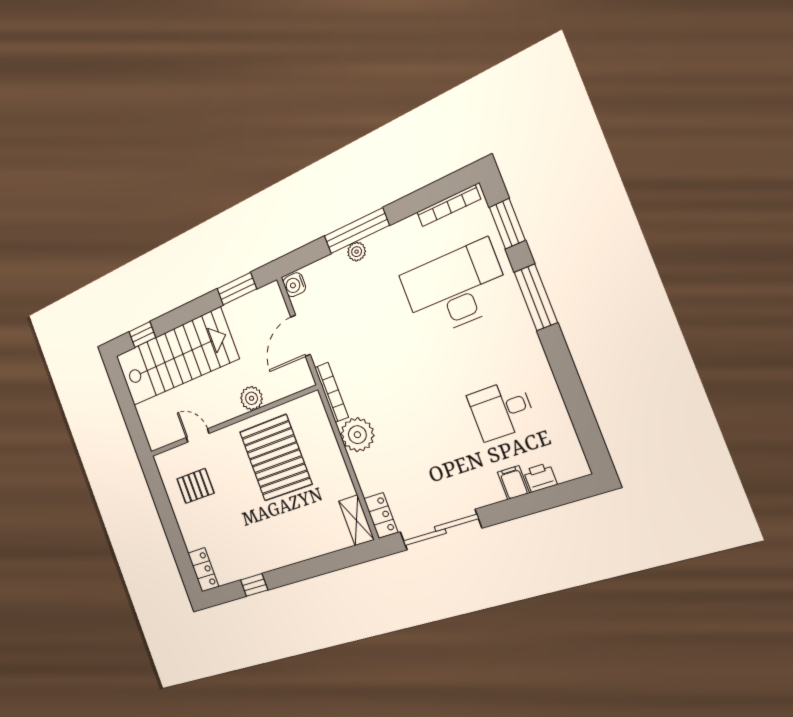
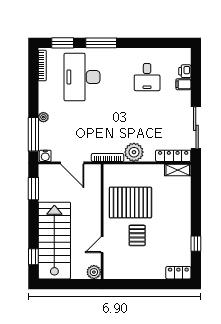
window: (357, 231) -> (33, 134), moved
plant: (252, 398) -> (94, 272), moved
pallet: (195, 486) -> (137, 235), moved
locker: (381, 515) -> (173, 156), width x1.53

